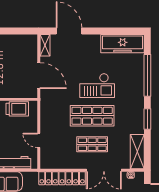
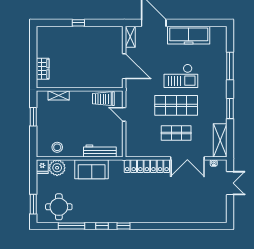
freezer: (123, 44) -> (189, 35), moved
window: (147, 75) -> (230, 66), width x0.68
trolley: (17, 109) -> (103, 99), turned 180
door: (39, 140) -> (124, 114), moved

